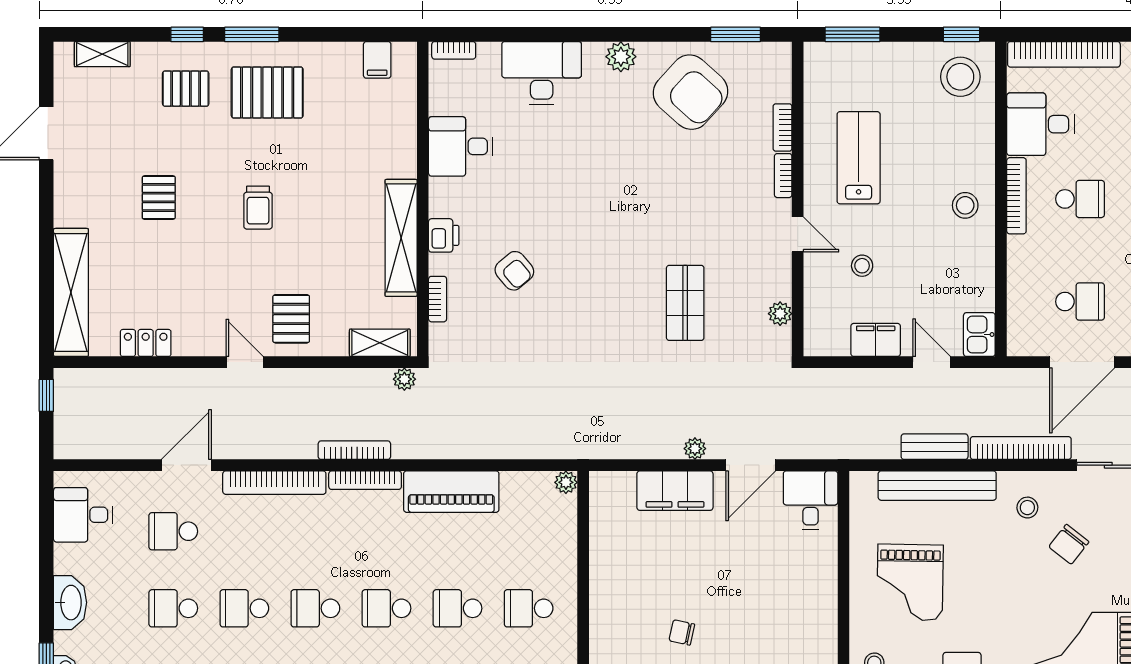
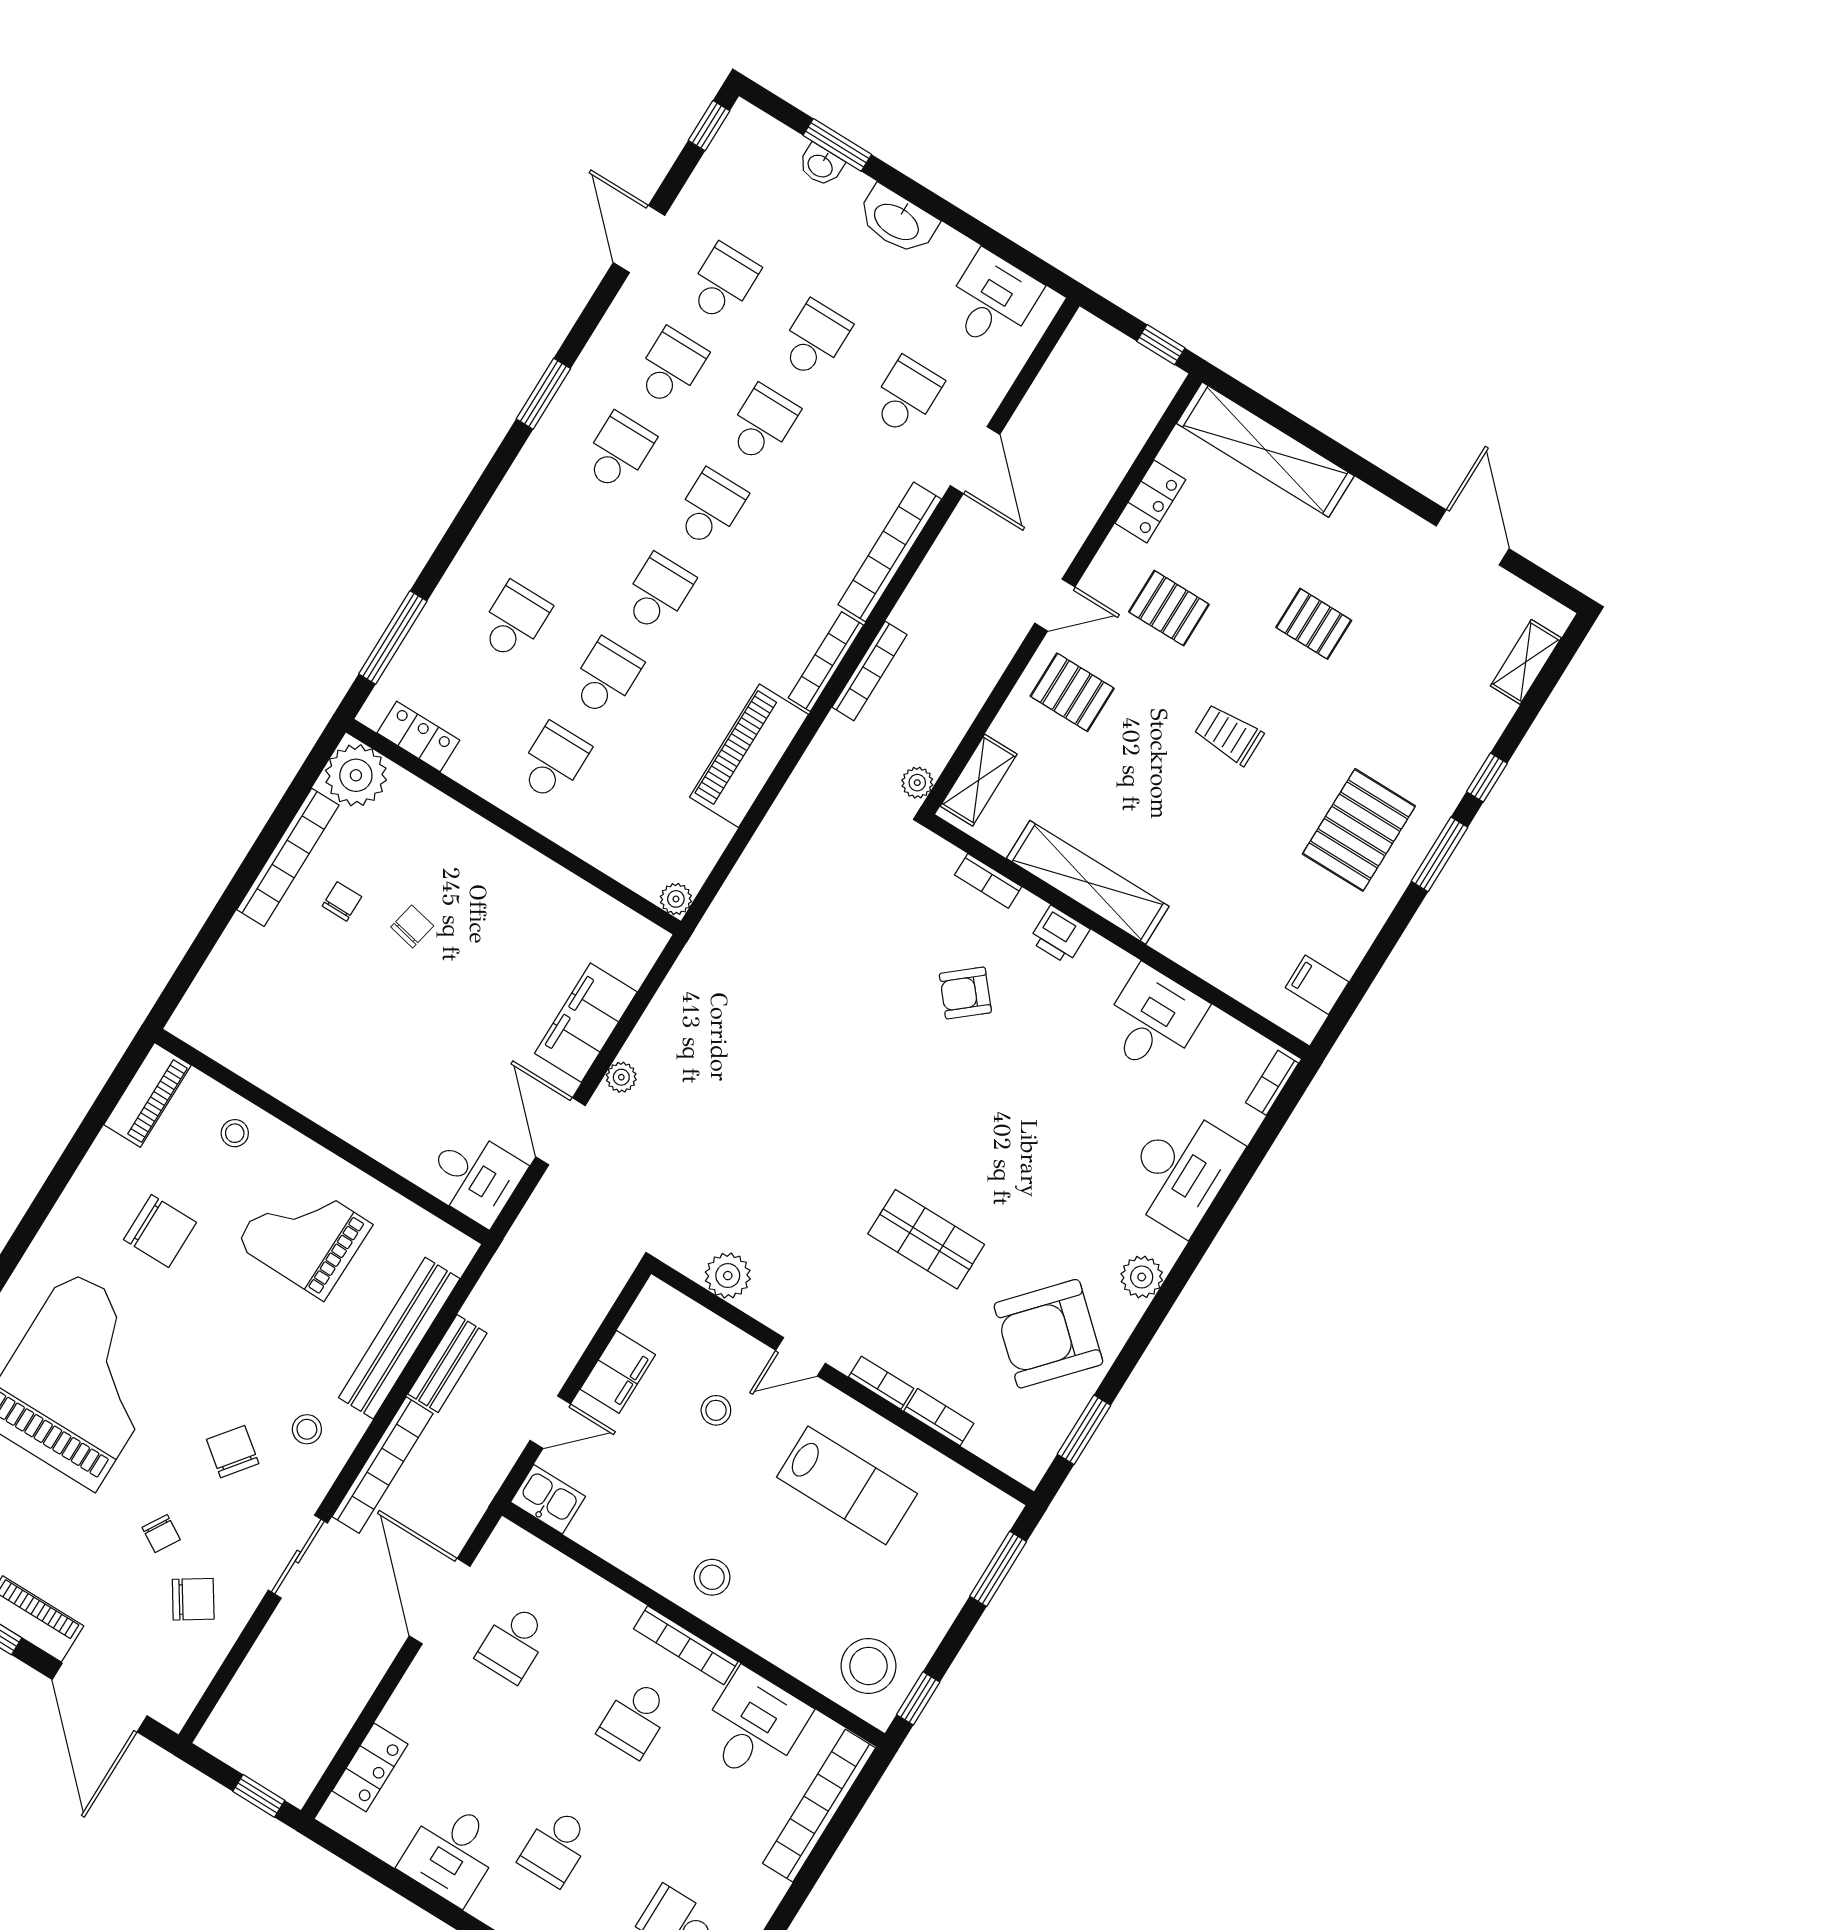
pallet: (186, 89) -> (1169, 608), moved, turned 90
shop shelf: (685, 303) -> (926, 1239), moved
plant: (780, 314) -> (728, 1276), width x1.38, depth x1.38

